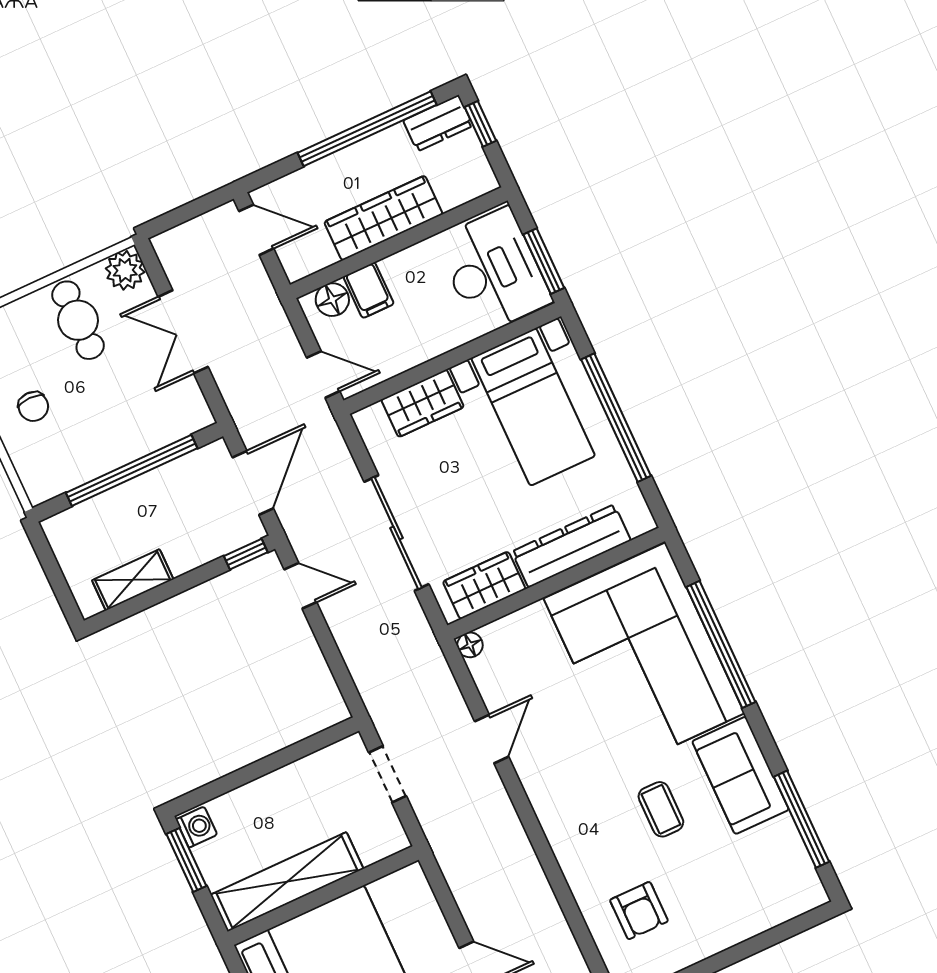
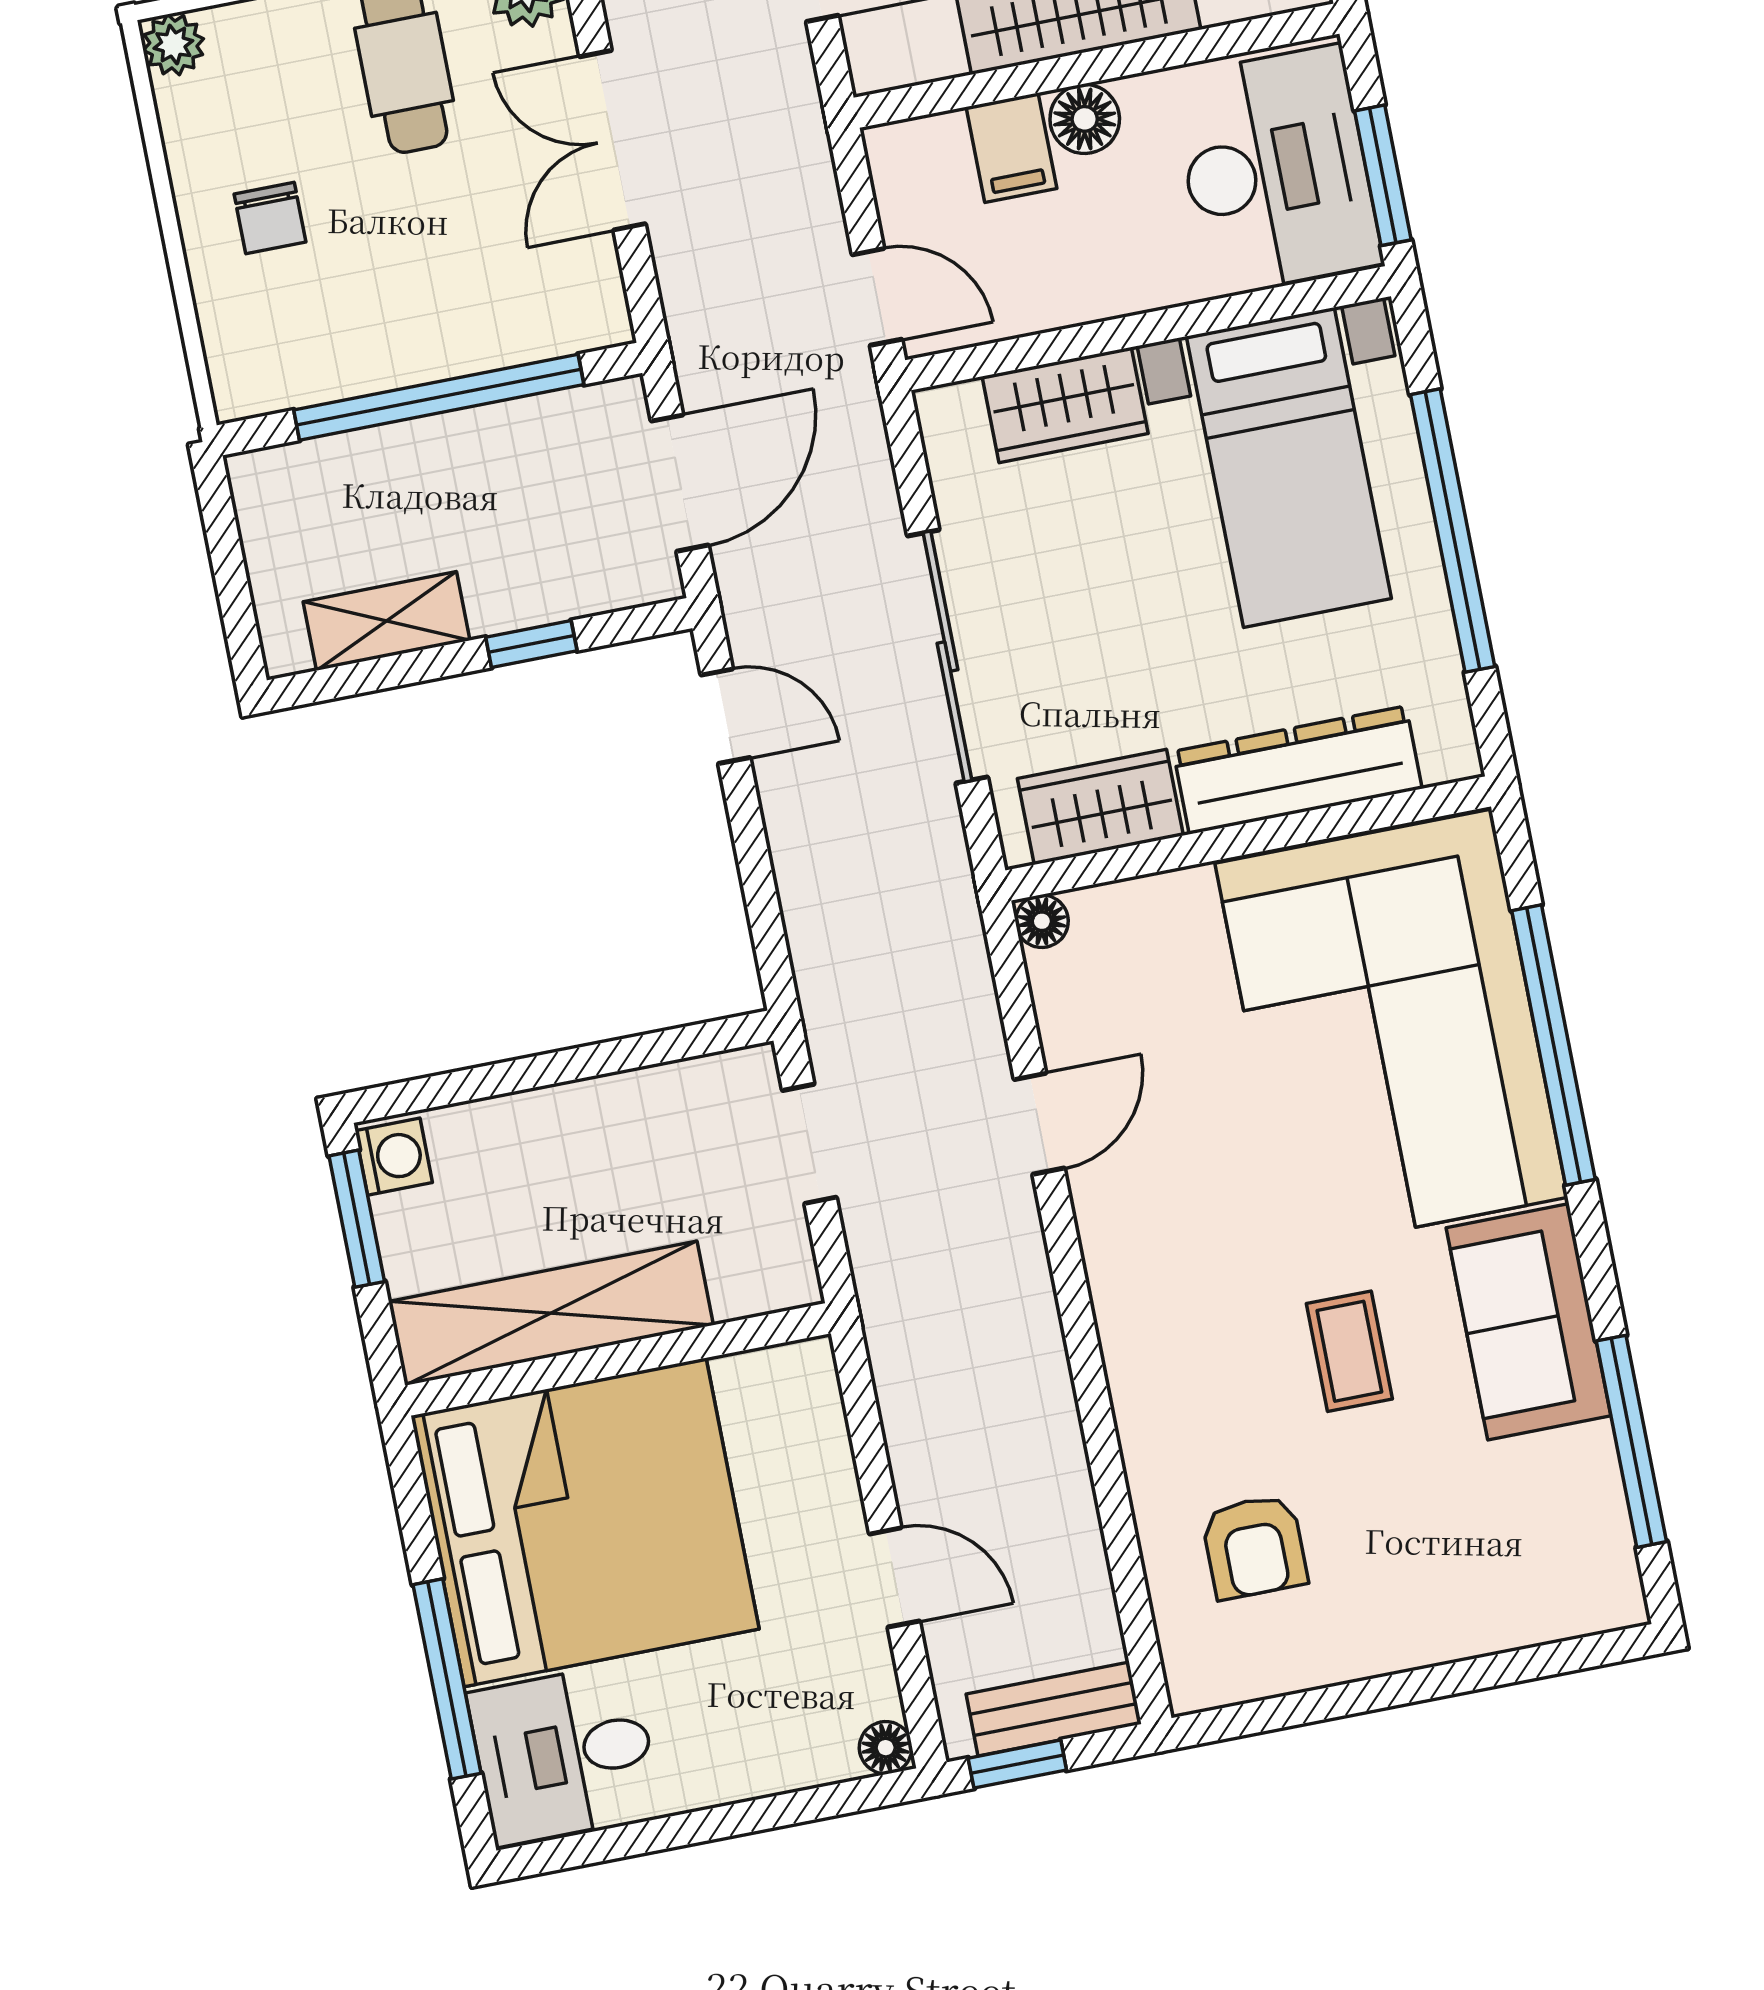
floor lamp: (332, 300) -> (1085, 119), moved
window: (246, 554) -> (531, 644), moved

